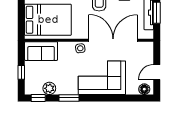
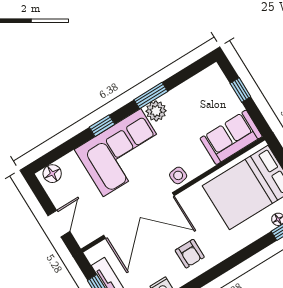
door: (157, 72) -> (59, 224), moved
plant: (49, 88) -> (156, 111), moved
window: (38, 98) -> (102, 126), moved

